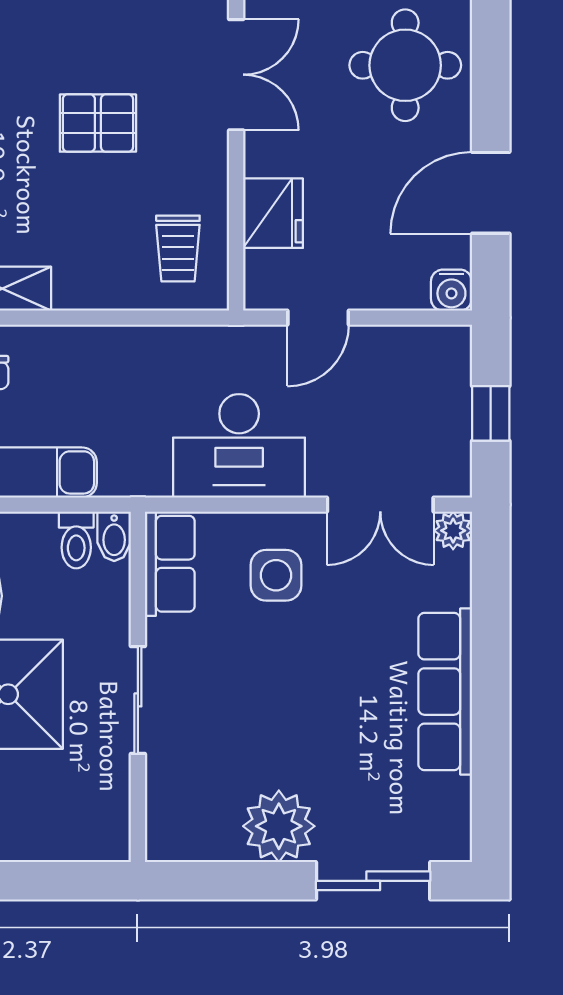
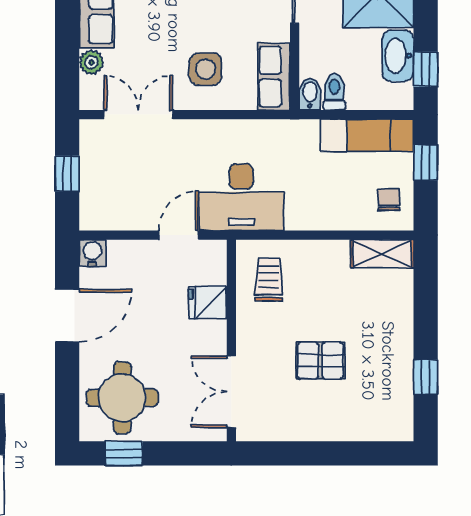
fridge: (273, 213) -> (208, 302), width x0.72
desk: (239, 446) -> (241, 197), moved, turned 180
plant: (453, 531) -> (91, 62), moved

